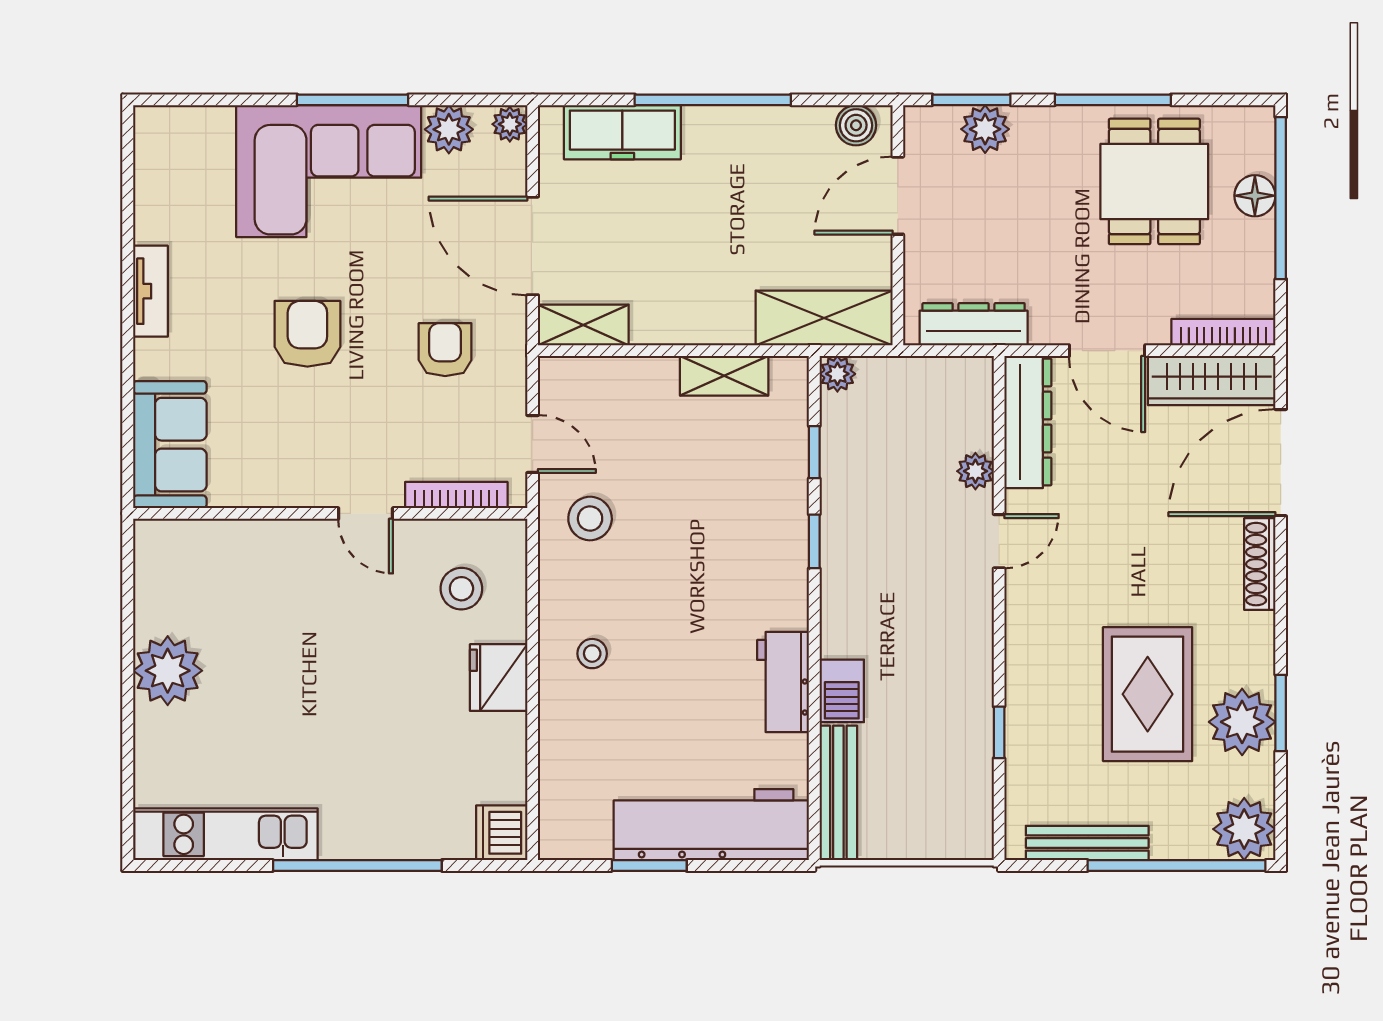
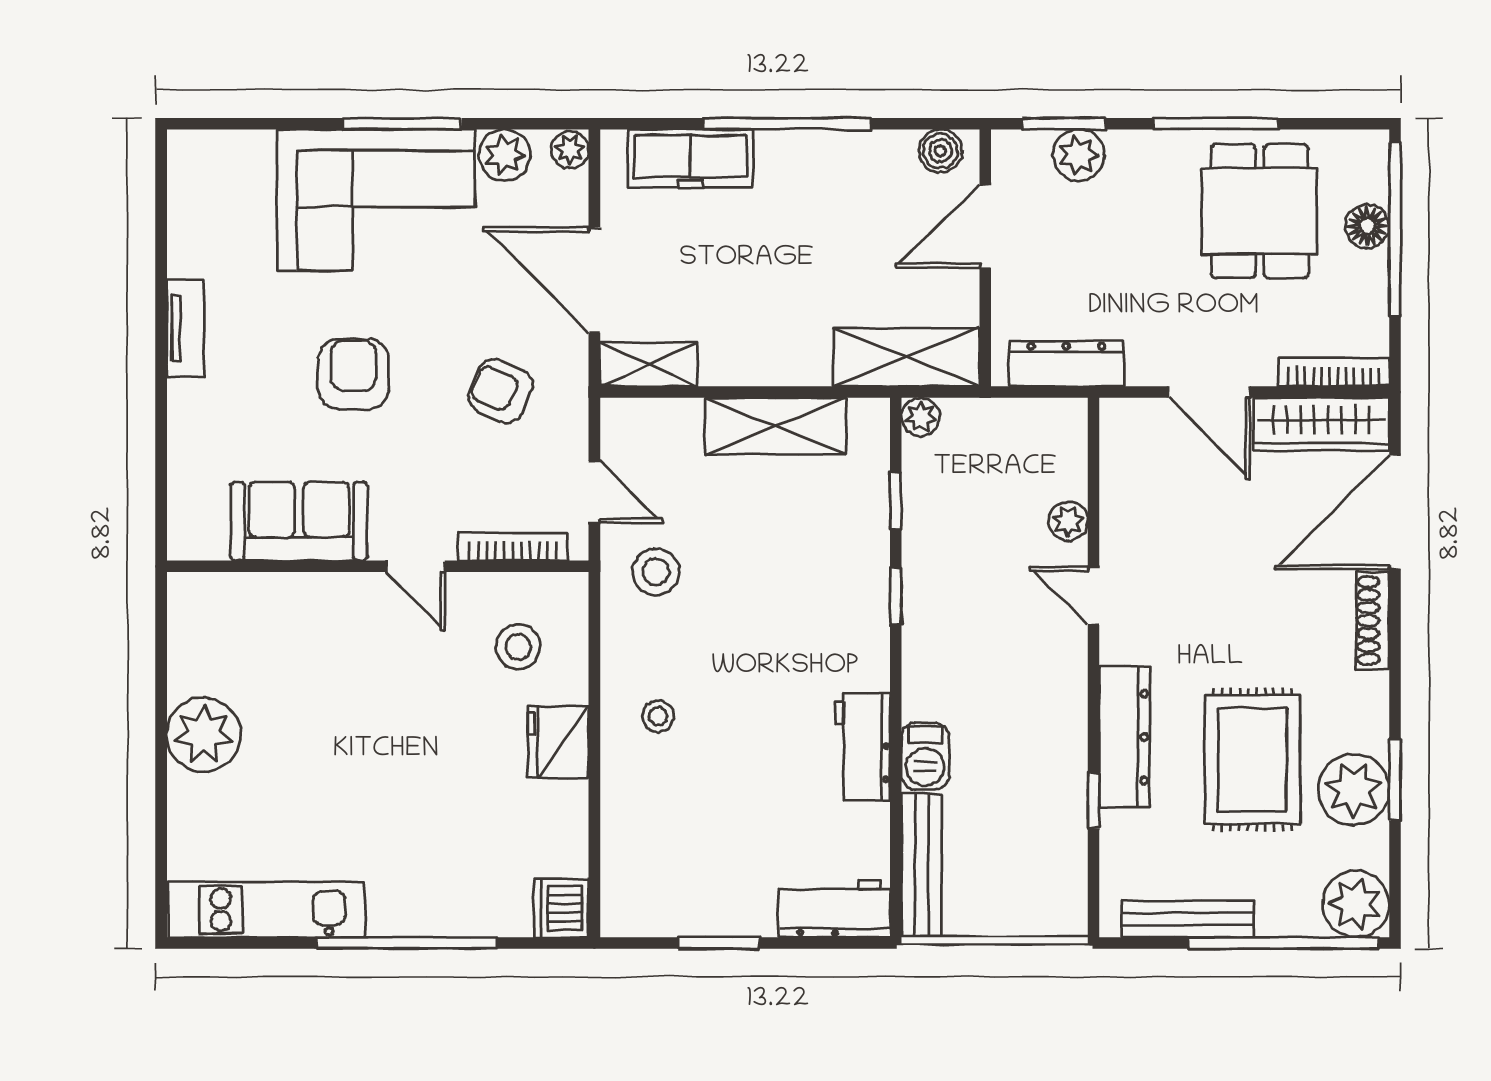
armchair: (445, 350) -> (501, 391), turned -66
shelving: (724, 376) -> (776, 426), width x1.50, depth x1.33
dresser: (1028, 422) -> (1124, 737), moved
sofa: (170, 445) -> (299, 521), moved, turned -90
door: (999, 541) -> (1094, 596), swing flipped
workbench: (711, 825) -> (834, 909), width x0.53, depth x0.76

